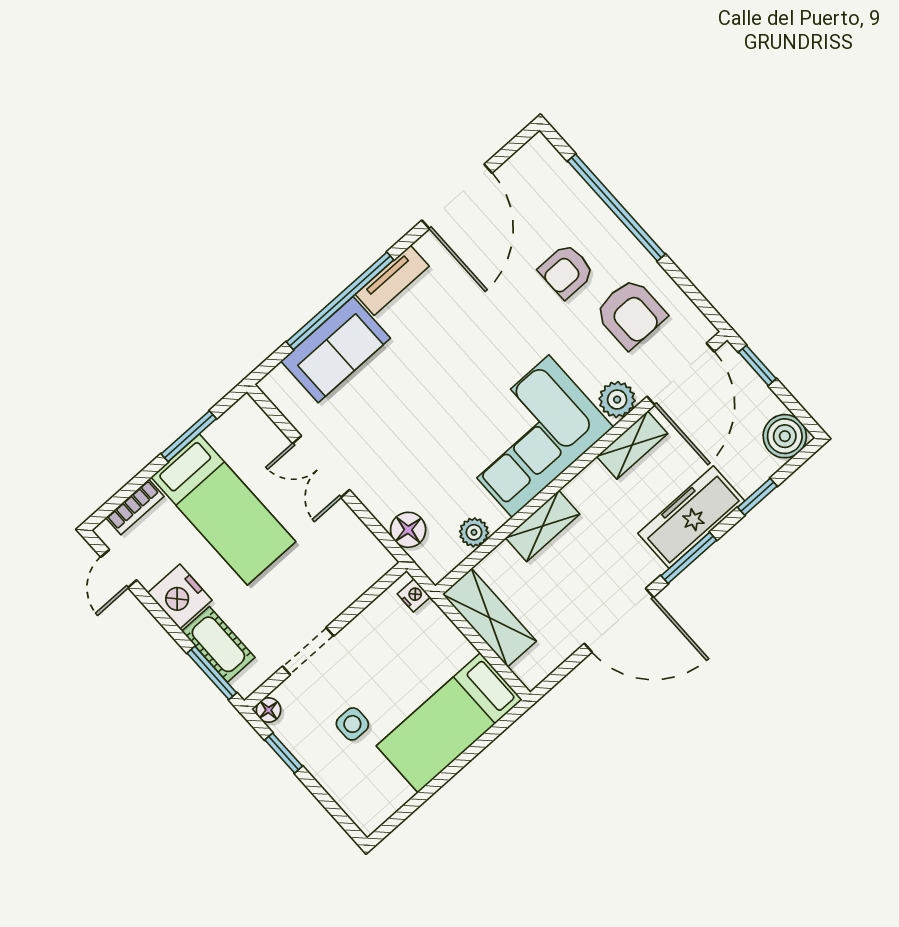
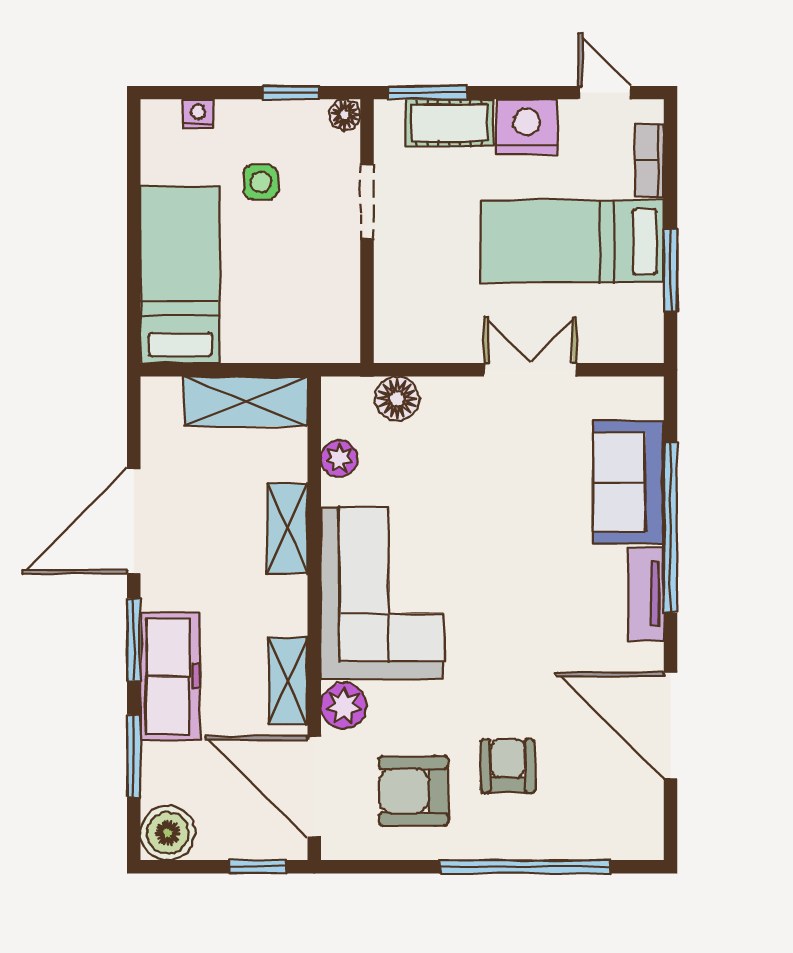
window: (757, 497) -> (134, 756), width x1.50
nightstand: (414, 595) -> (198, 114), moved, turned 180

